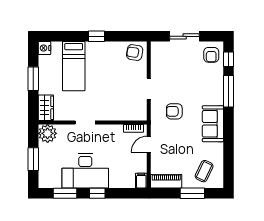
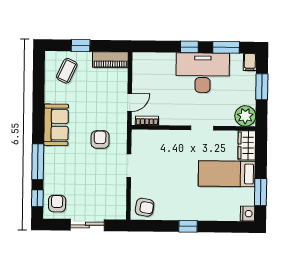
bed: (74, 66) -> (227, 174), moved, turned -90
window: (33, 79) -> (261, 192), moved
armchair: (174, 111) -> (100, 139), turned -90
filing cabinet: (141, 181) -> (250, 62), moved
window: (192, 193) -> (81, 46), width x0.67

